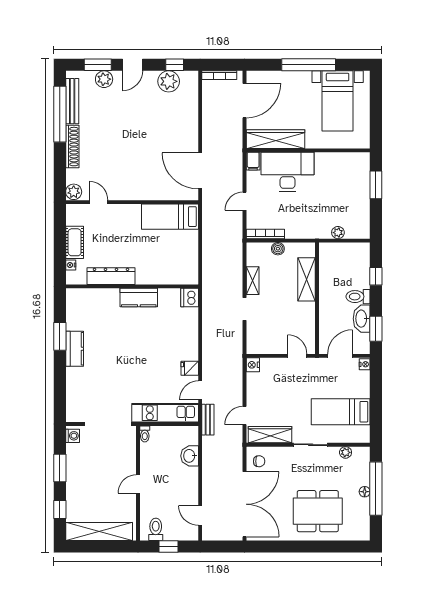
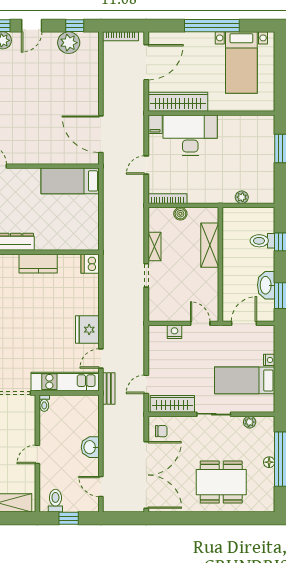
toilet: (358, 297) -> (262, 241), moved
nightstand: (365, 364) -> (269, 360), moved
nightstand: (253, 365) -> (174, 332), moved, turned 90
fridge: (190, 368) -> (87, 330), width x1.88, depth x1.34
washbasin: (190, 456) -> (90, 447), moved

